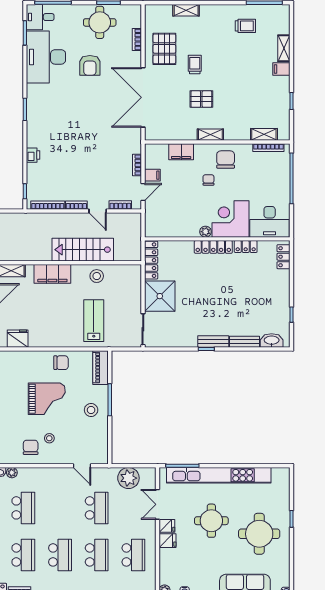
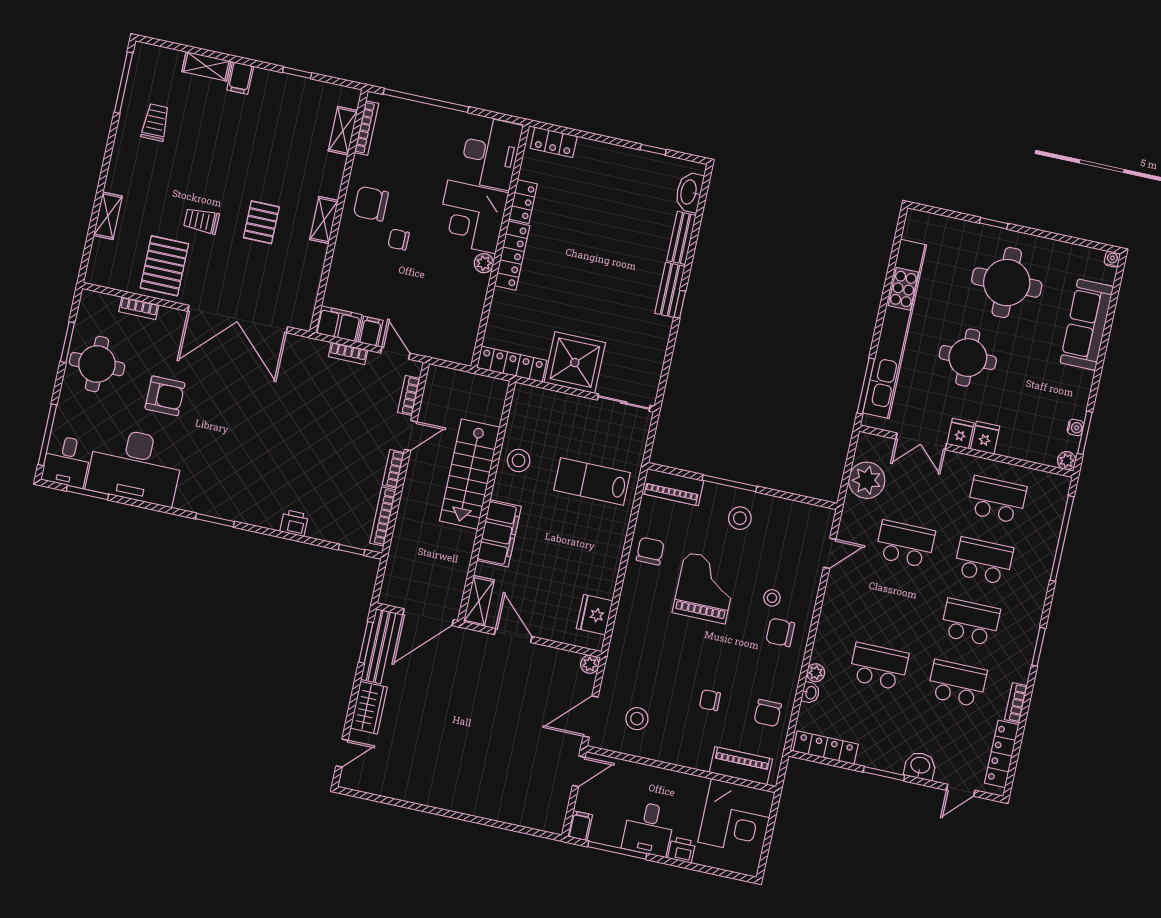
pallet: (164, 49) -> (164, 266), turned 90
filing cabinet: (181, 152) -> (339, 324), moved, turned -90

